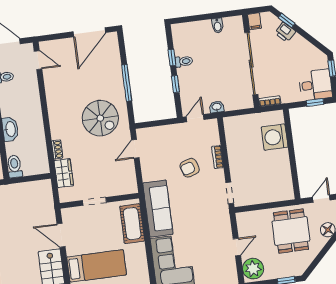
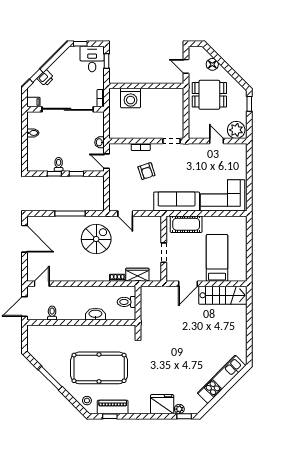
toilet: (15, 166) -> (127, 302), moved

